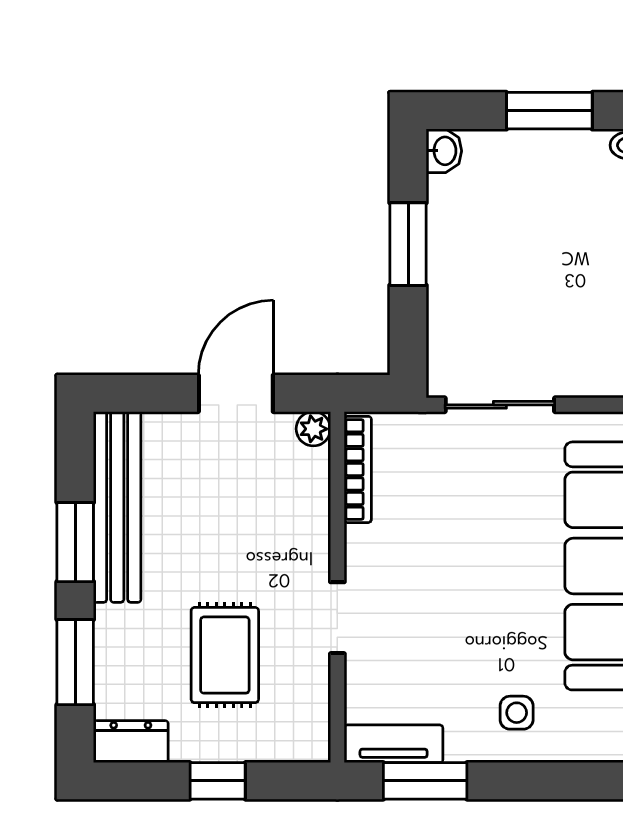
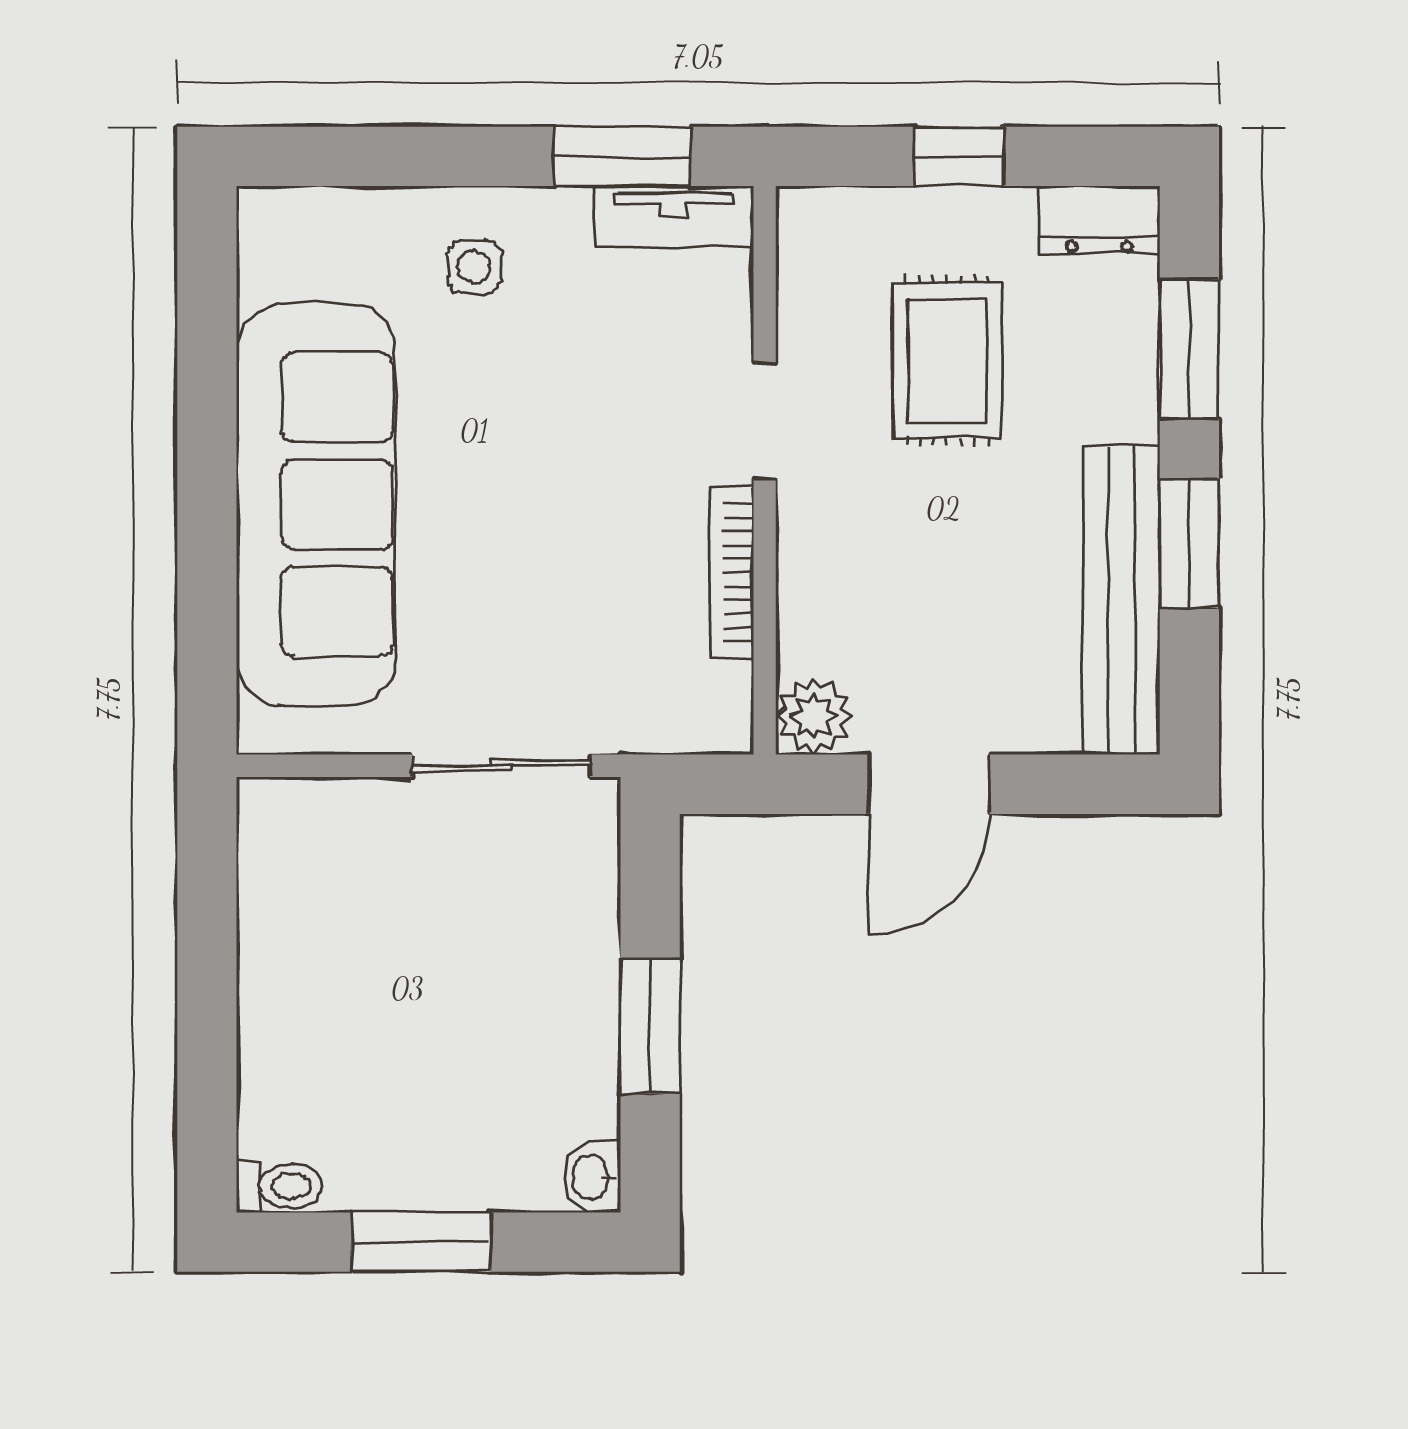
plant: (313, 429) -> (814, 716), width x1.38, depth x1.38
bookcase: (358, 469) -> (731, 572), moved

